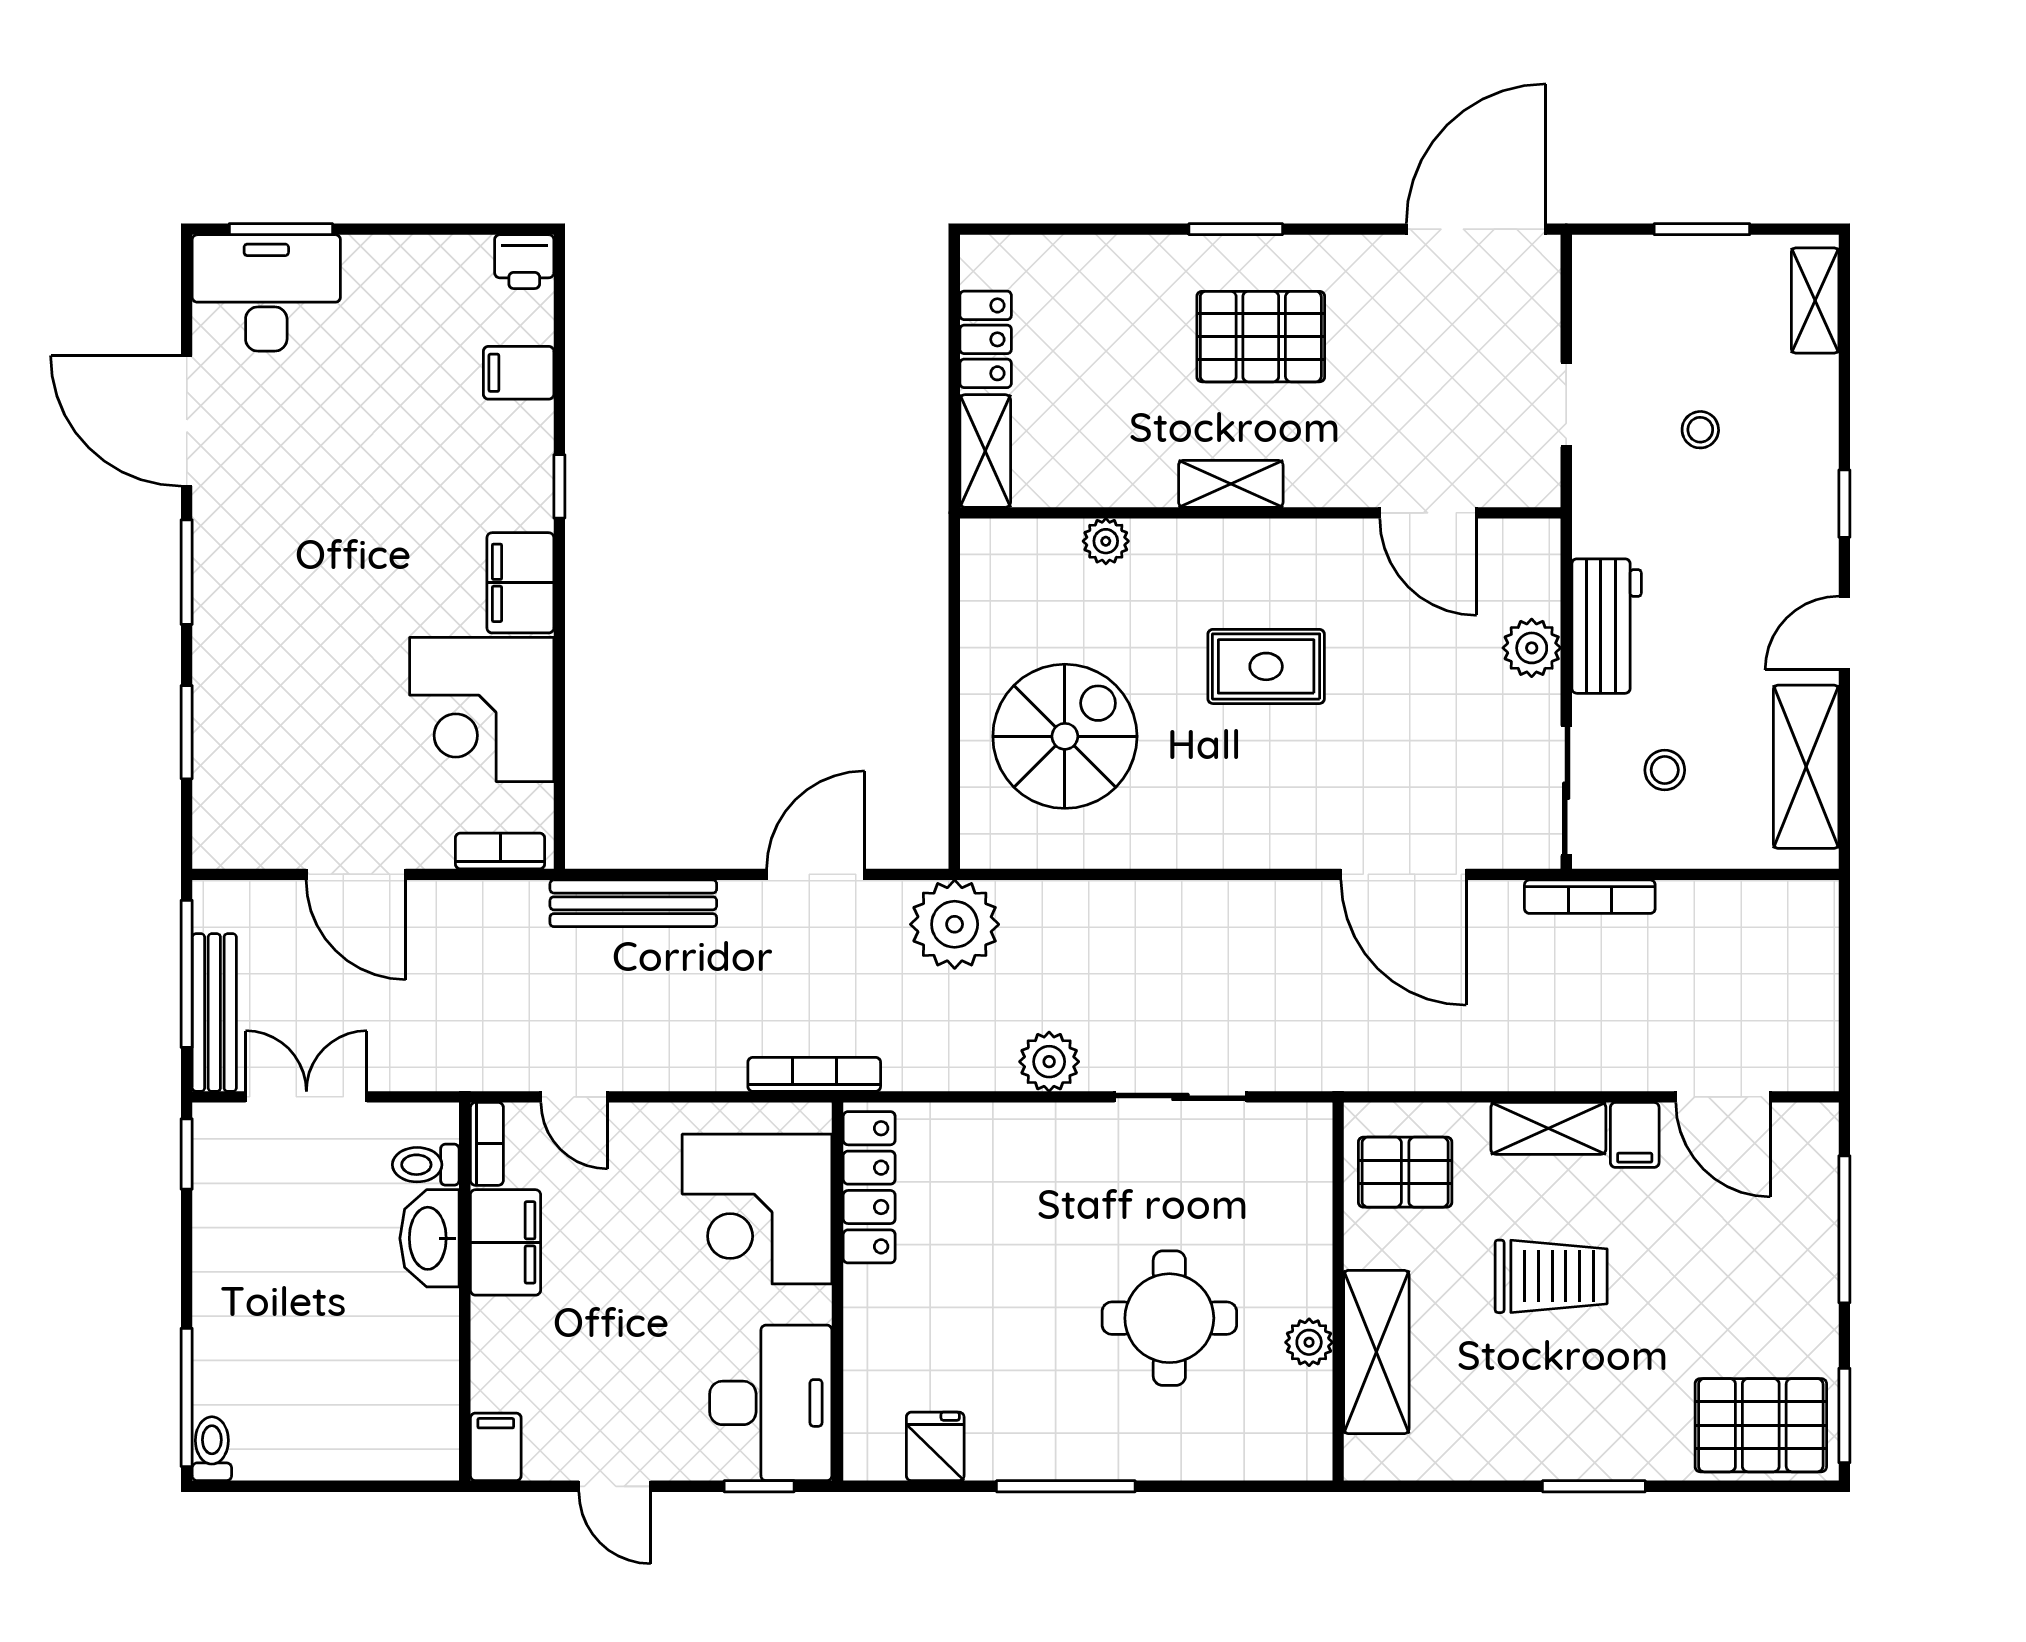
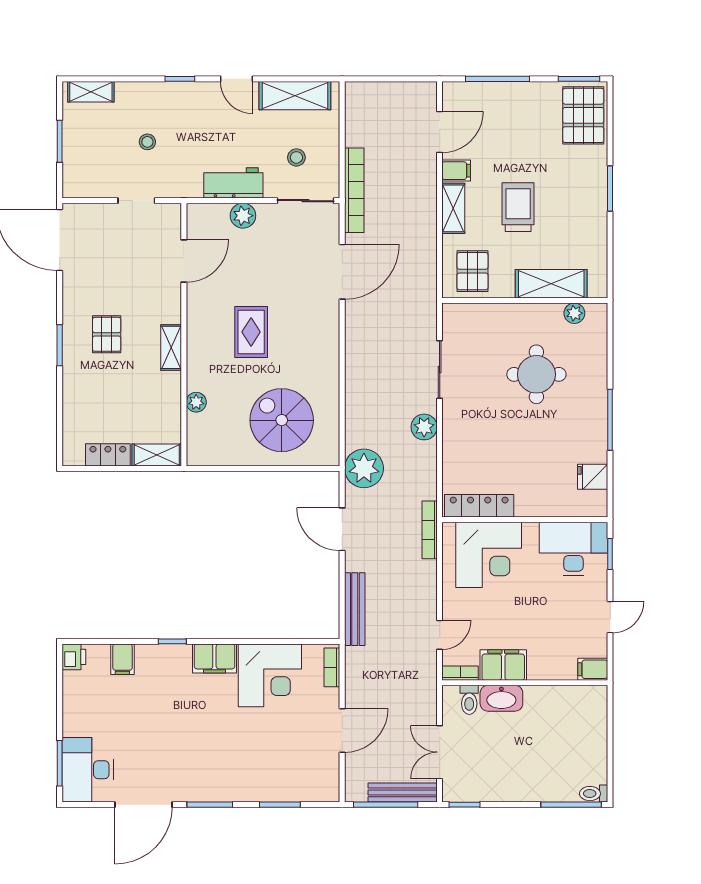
pallet: (1261, 337) -> (107, 334), width x0.67, depth x0.71
bookcase: (1590, 897) -> (354, 190), width x1.48, depth x1.31
plant: (1309, 1342) -> (574, 313), moved

